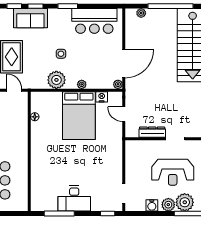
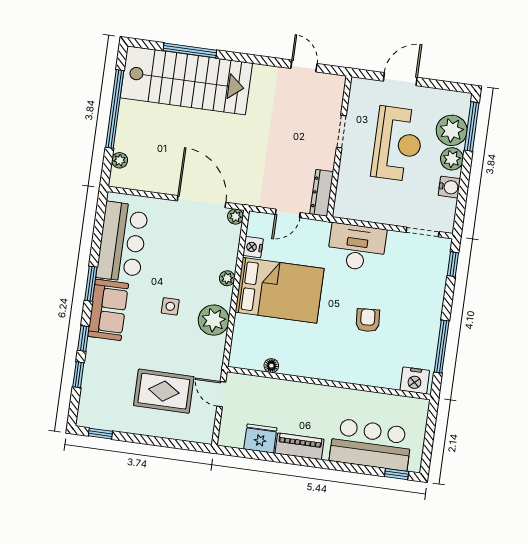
sofa: (30, 18) -> (108, 310), moved
door: (14, 90) -> (221, 394), hinge flipped
dresser: (152, 132) -> (322, 193), moved
armchair: (69, 169) -> (368, 320), added
desk: (74, 199) -> (357, 247), moved, turned -90
nightstand: (38, 201) -> (415, 380), added

